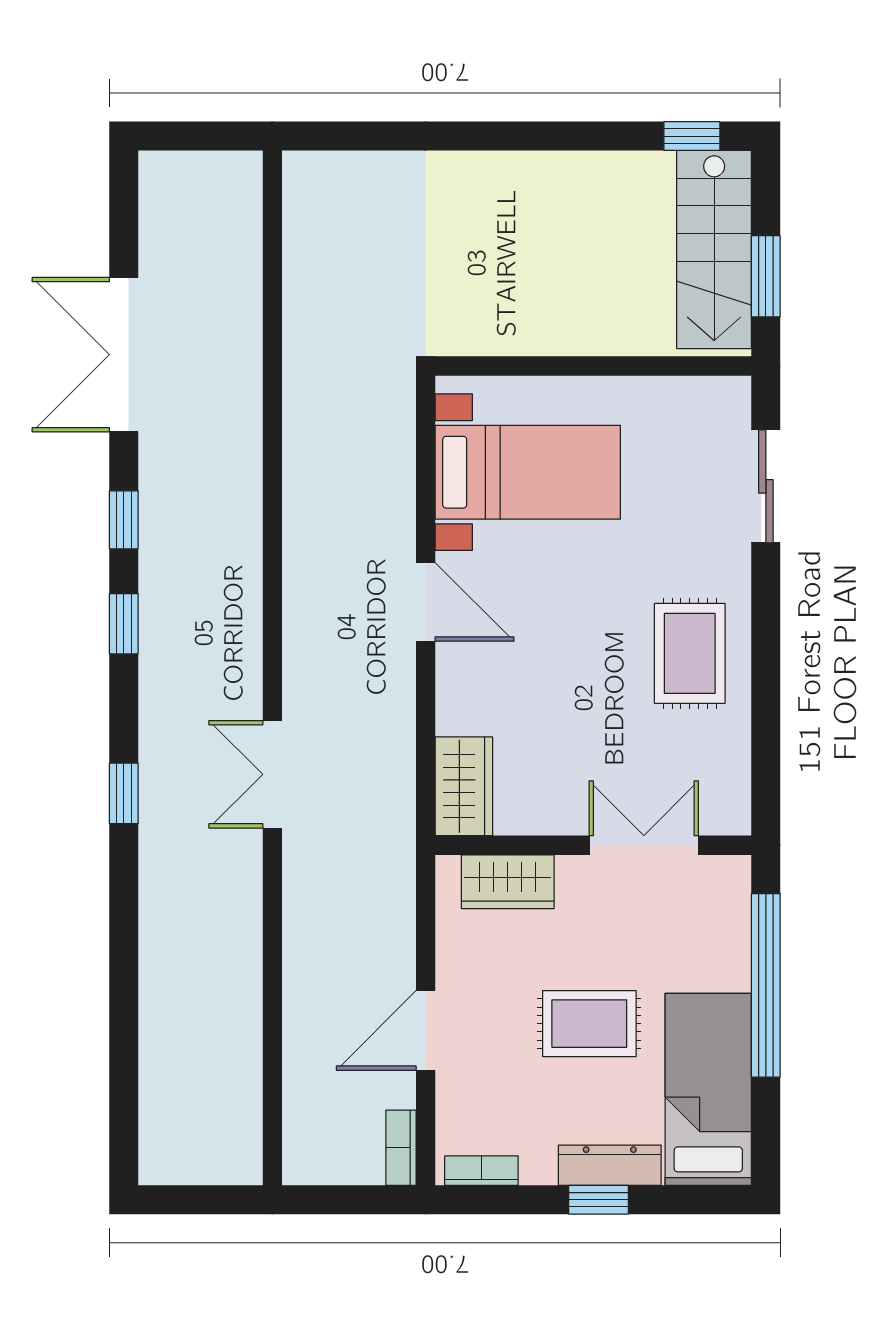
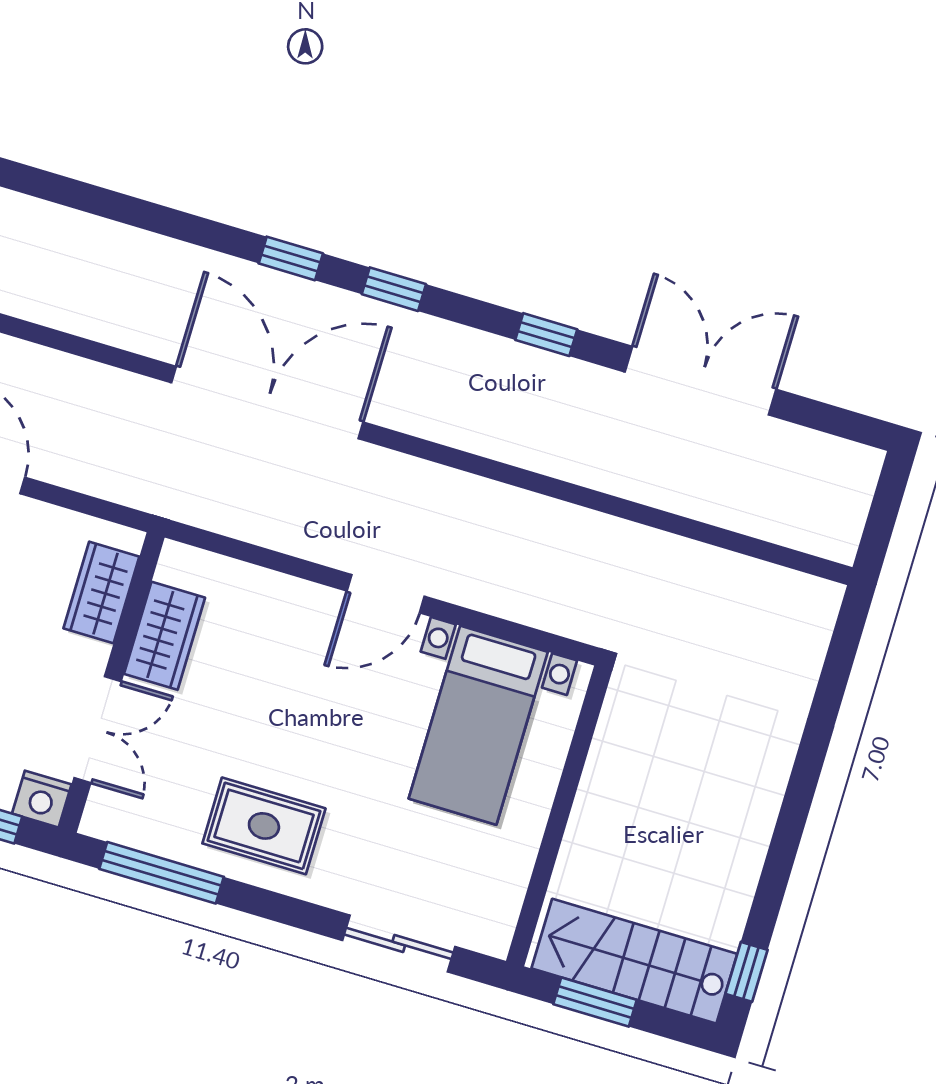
window: (124, 624) -> (394, 289), moved
window: (766, 740) -> (161, 873), added
double door: (272, 774) -> (267, 402), width x1.87
wardrobe: (464, 786) -> (164, 636), moved, turned -90
nightstand: (728, 880) -> (42, 799), added

